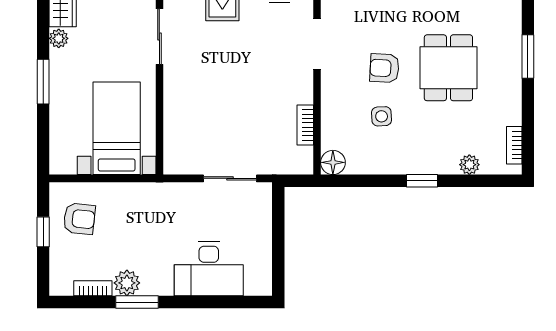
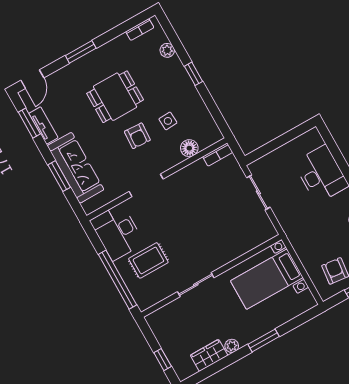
bookcase: (305, 125) -> (218, 154), moved
floor lamp: (333, 162) -> (189, 148), moved

